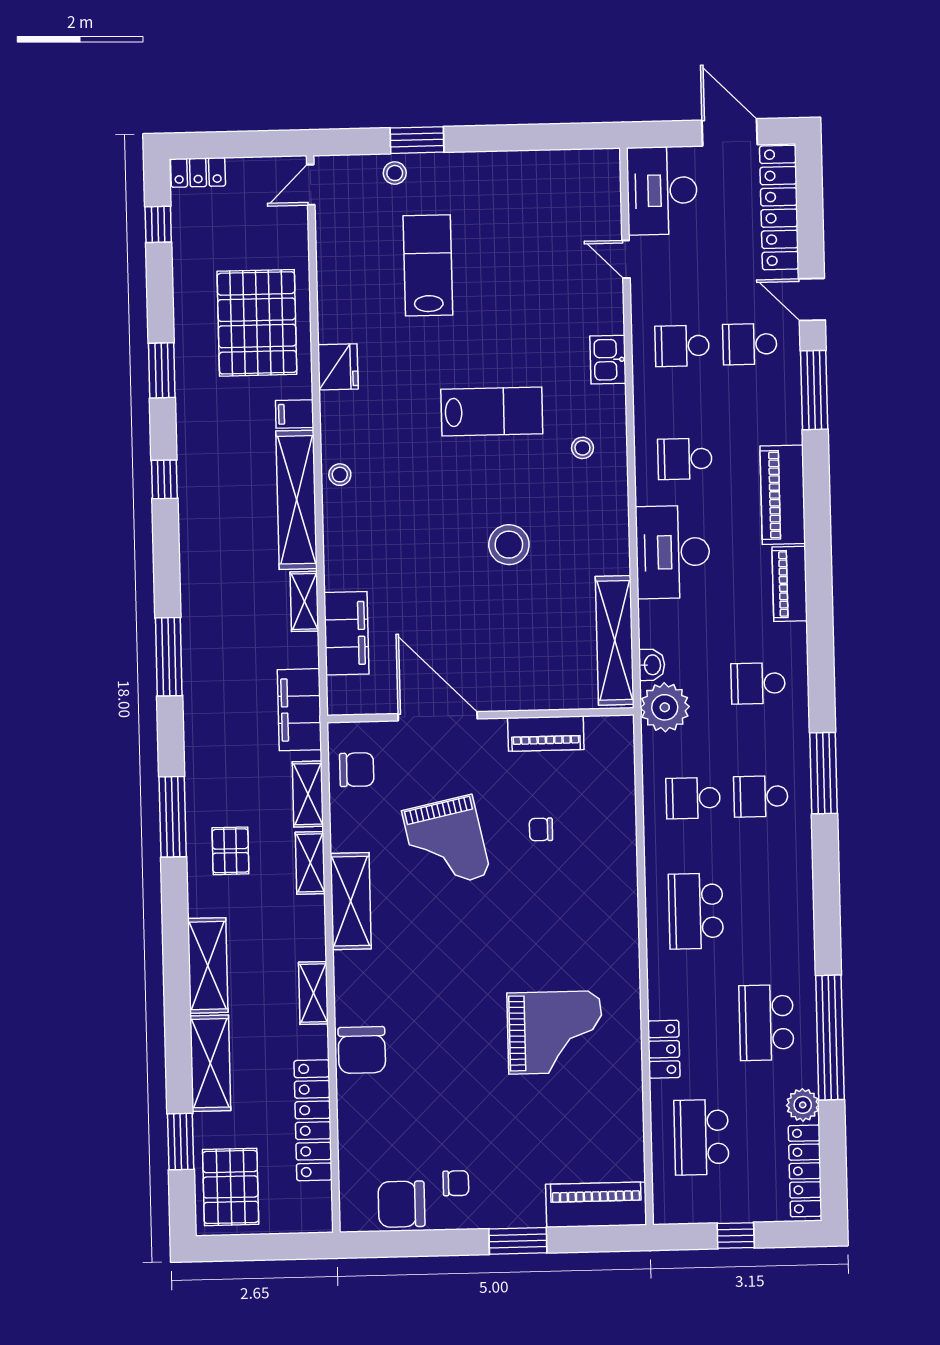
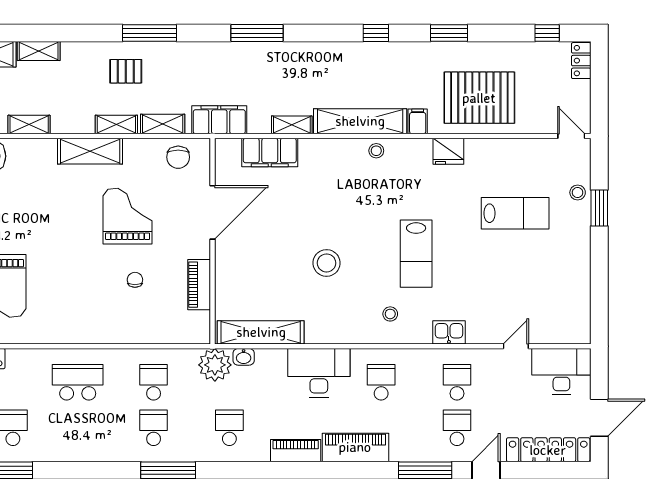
grand piano: (446, 843) -> (128, 216), turned 102
shelving: (208, 965) -> (39, 51), width x0.67, depth x0.75

